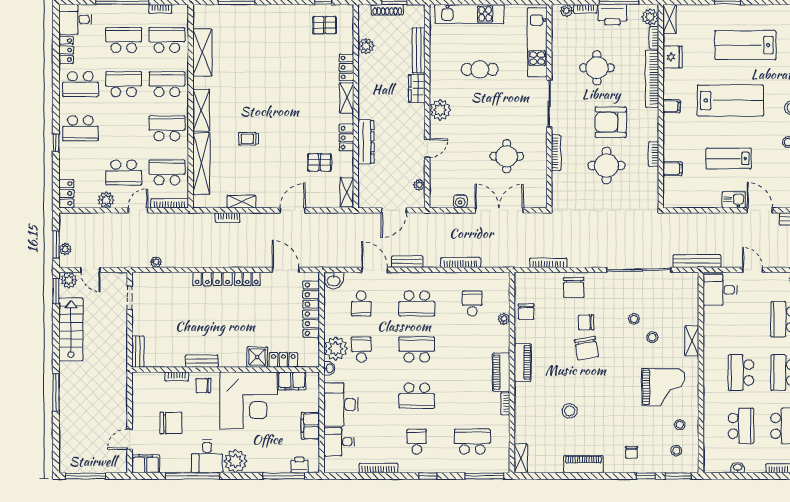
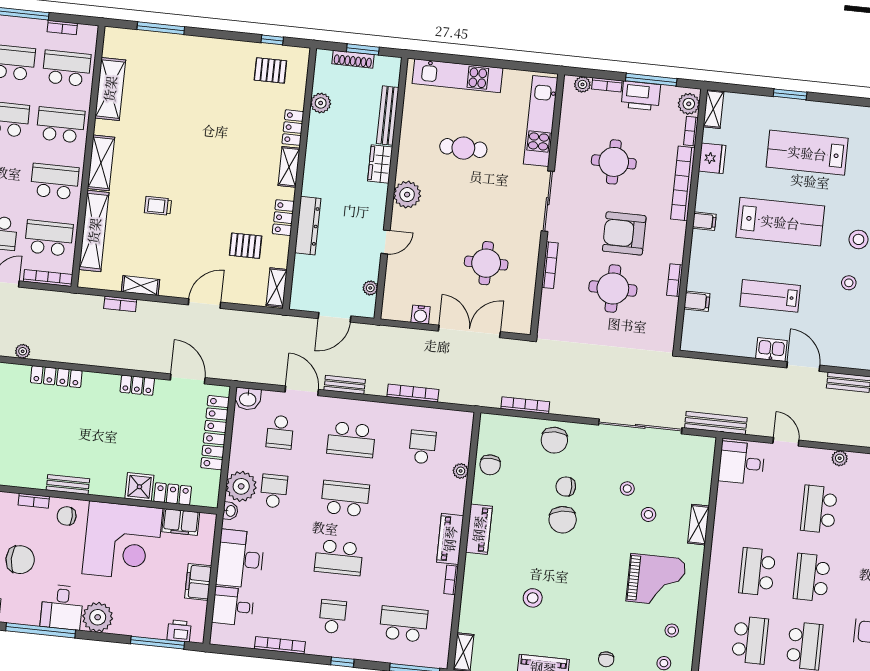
locker: (212, 279) -> (56, 377), moved

